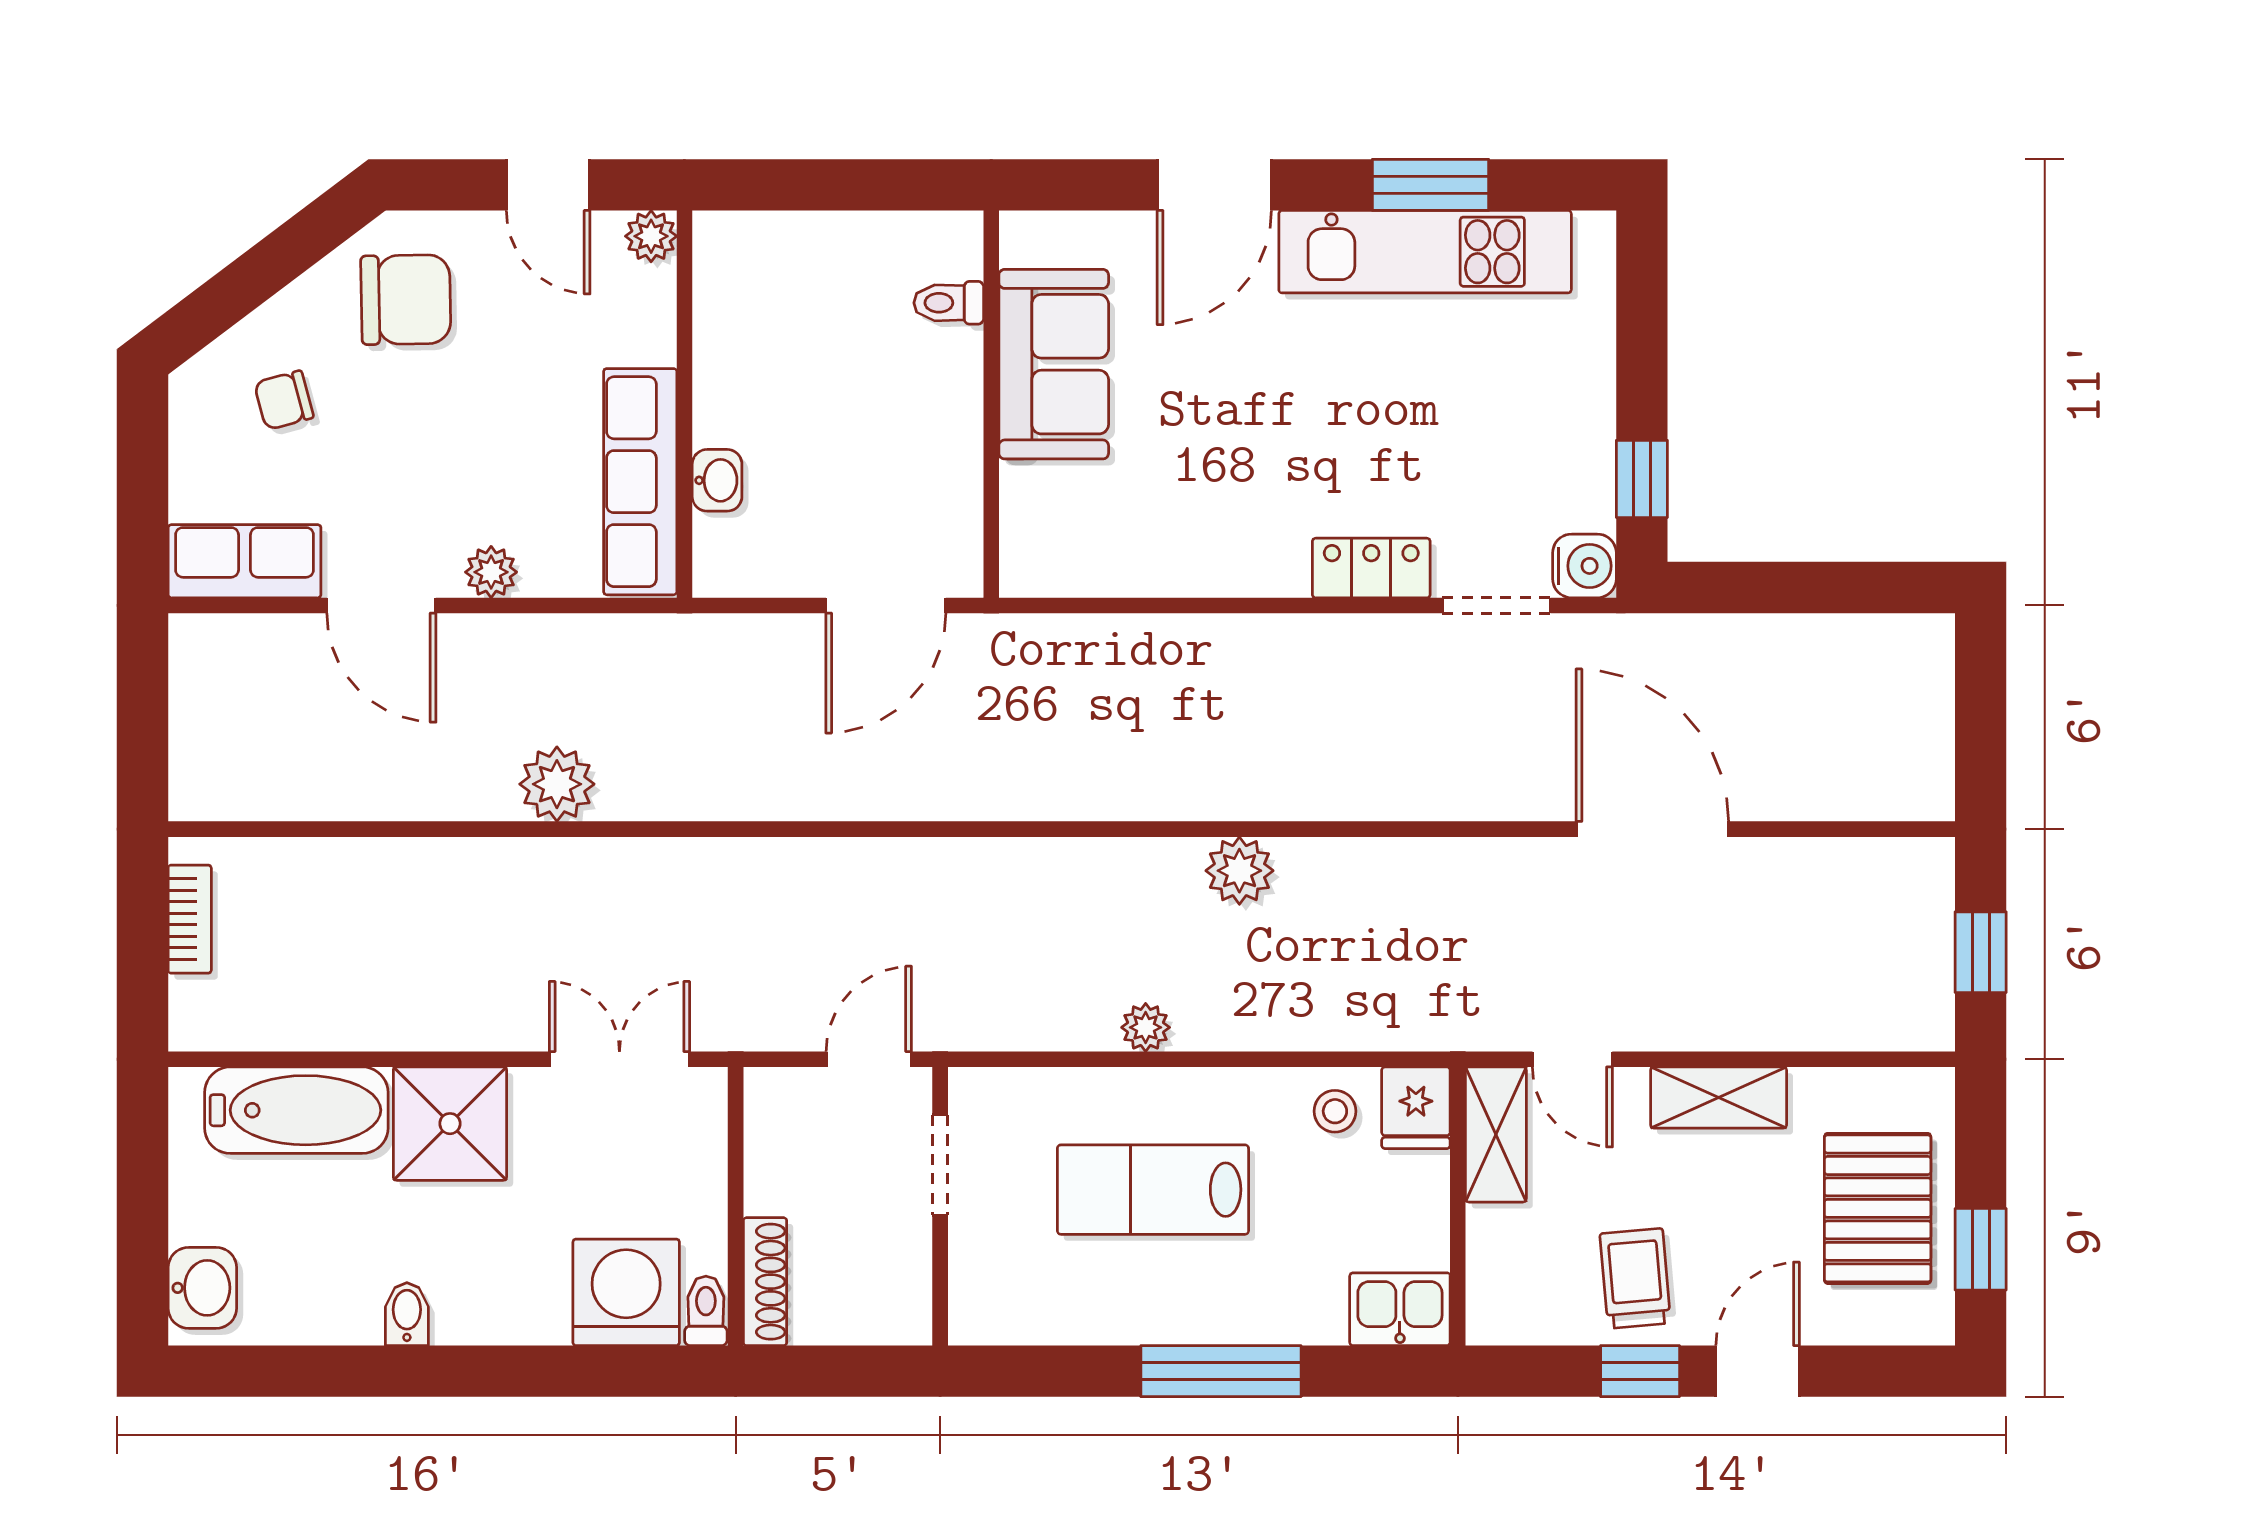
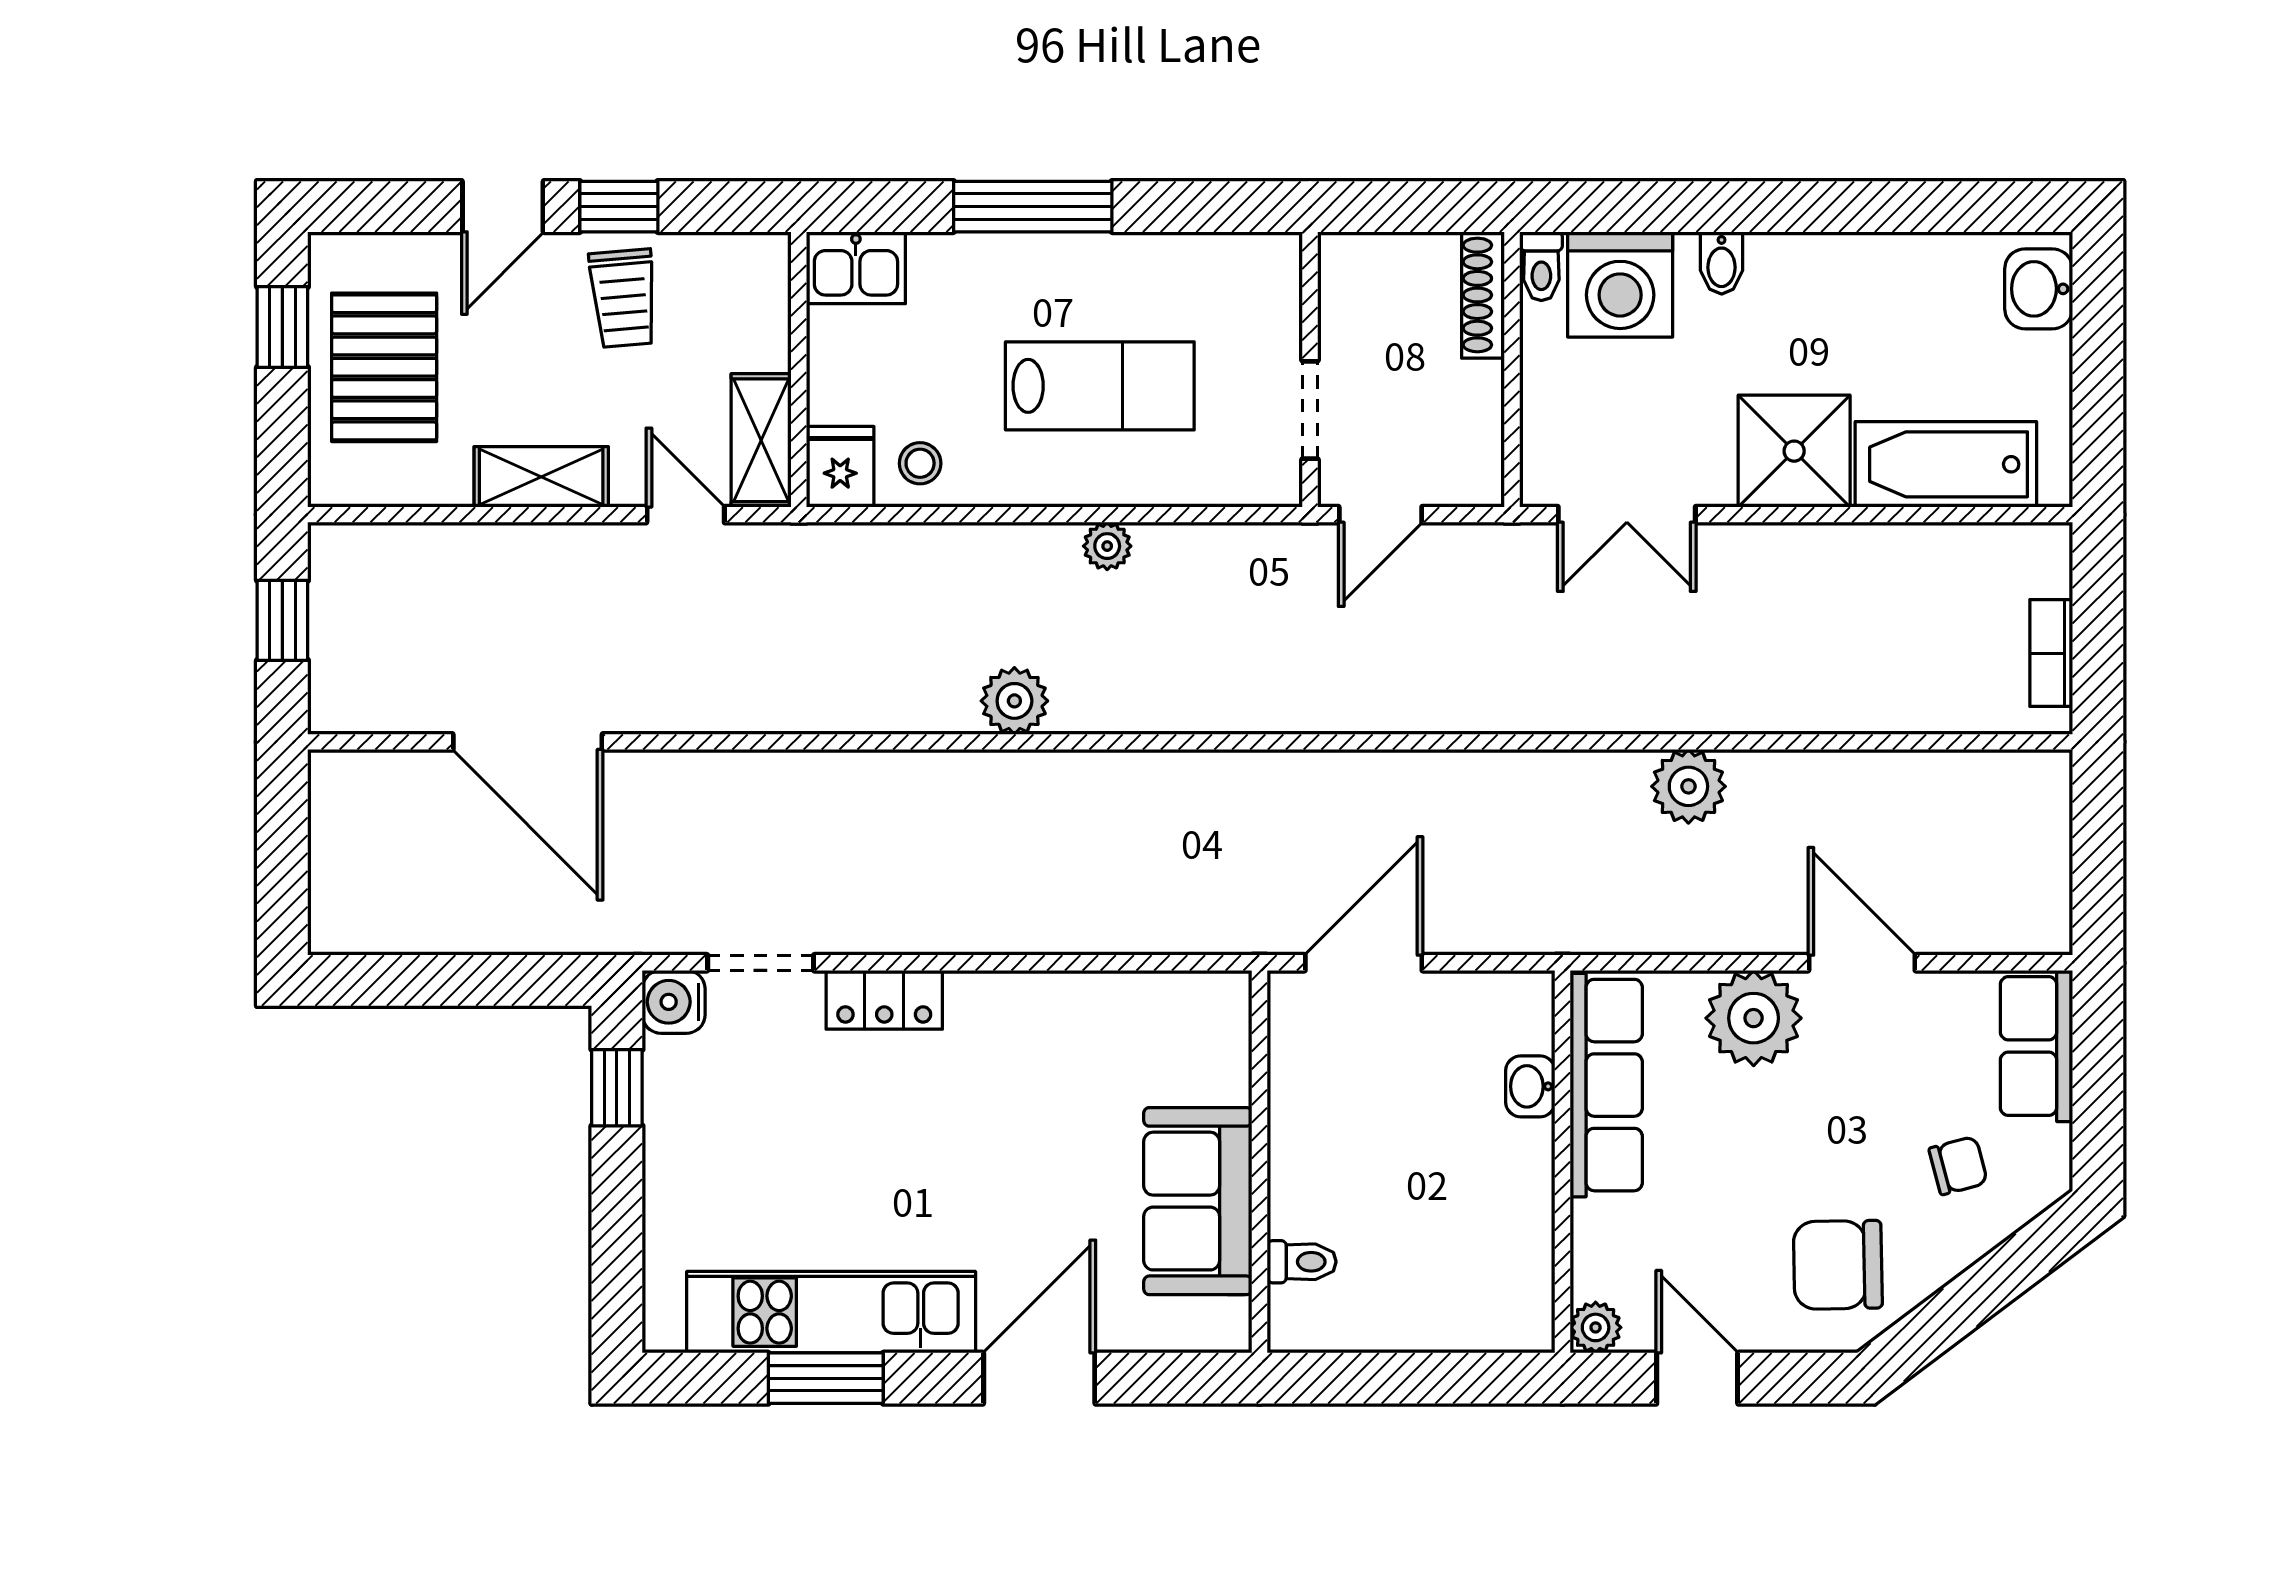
row of seats: (245, 561) -> (2036, 1046), moved, turned 90
plant: (491, 572) -> (1754, 1018), width x1.87, depth x1.87
door: (1652, 829) -> (528, 742), moved
bidet: (407, 1314) -> (1722, 263), moved

